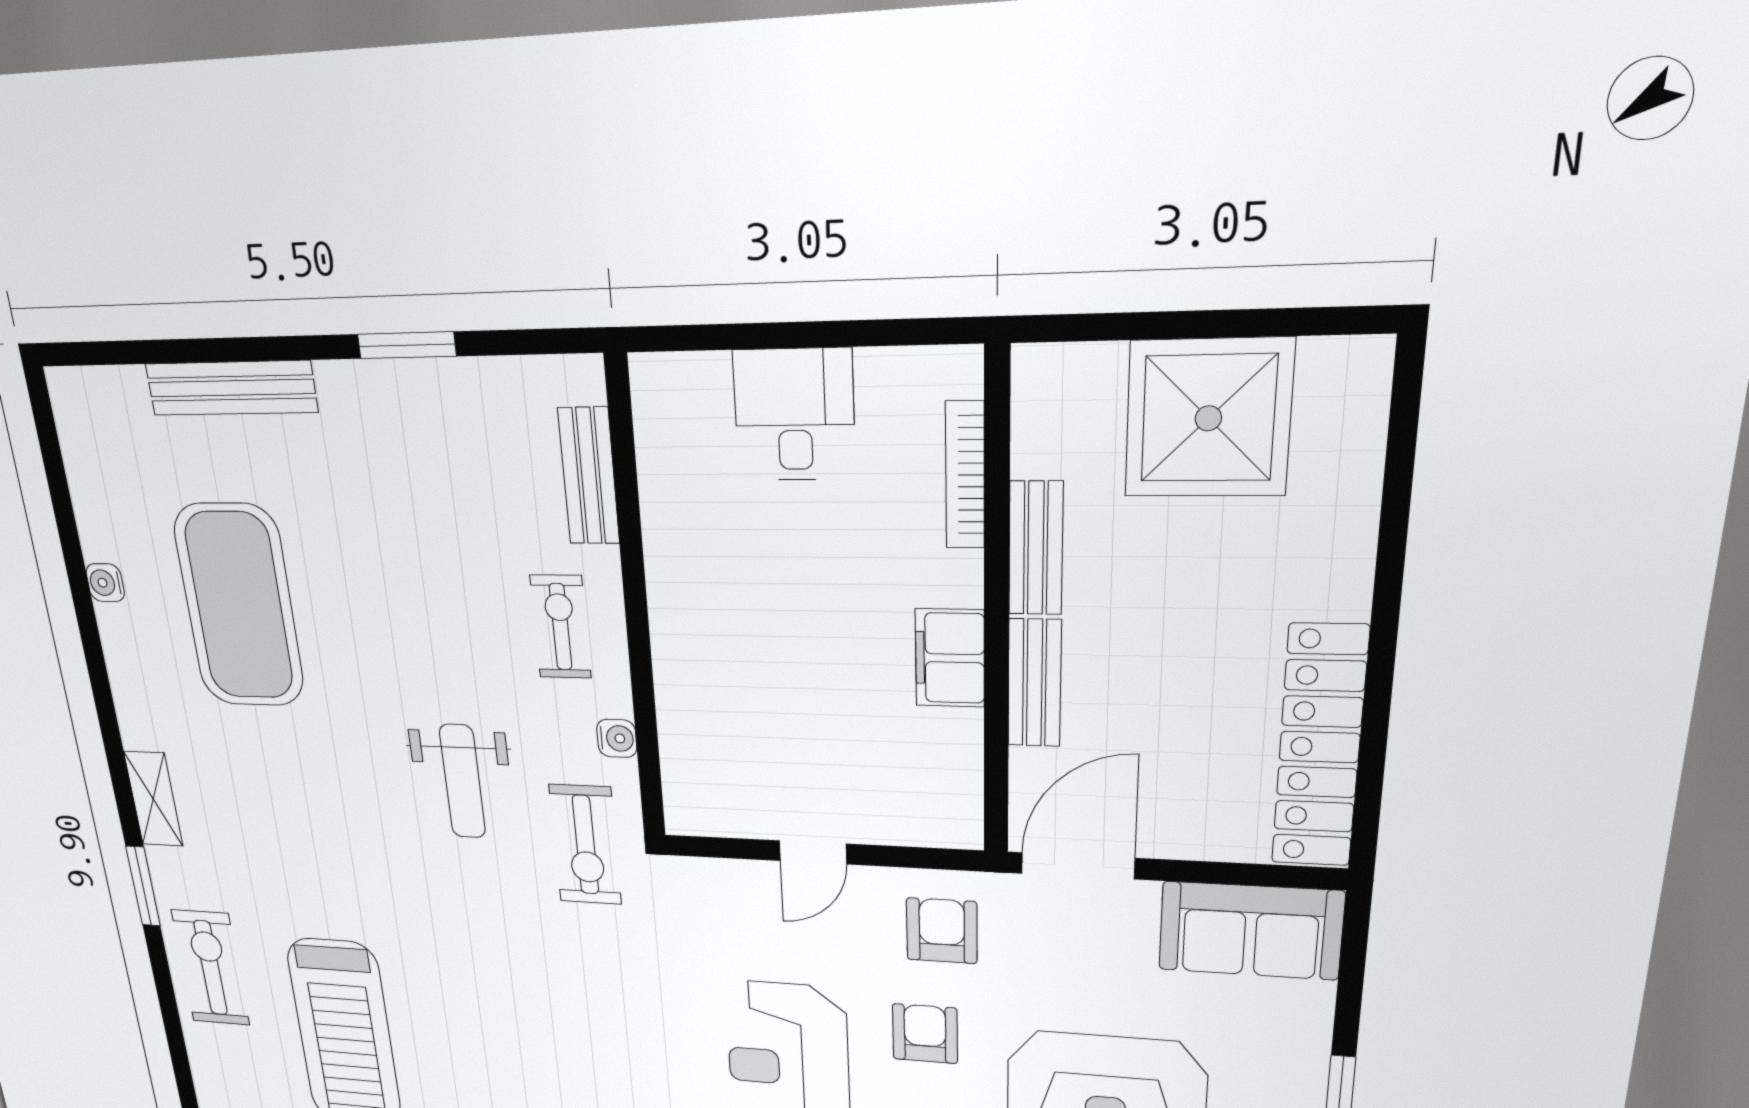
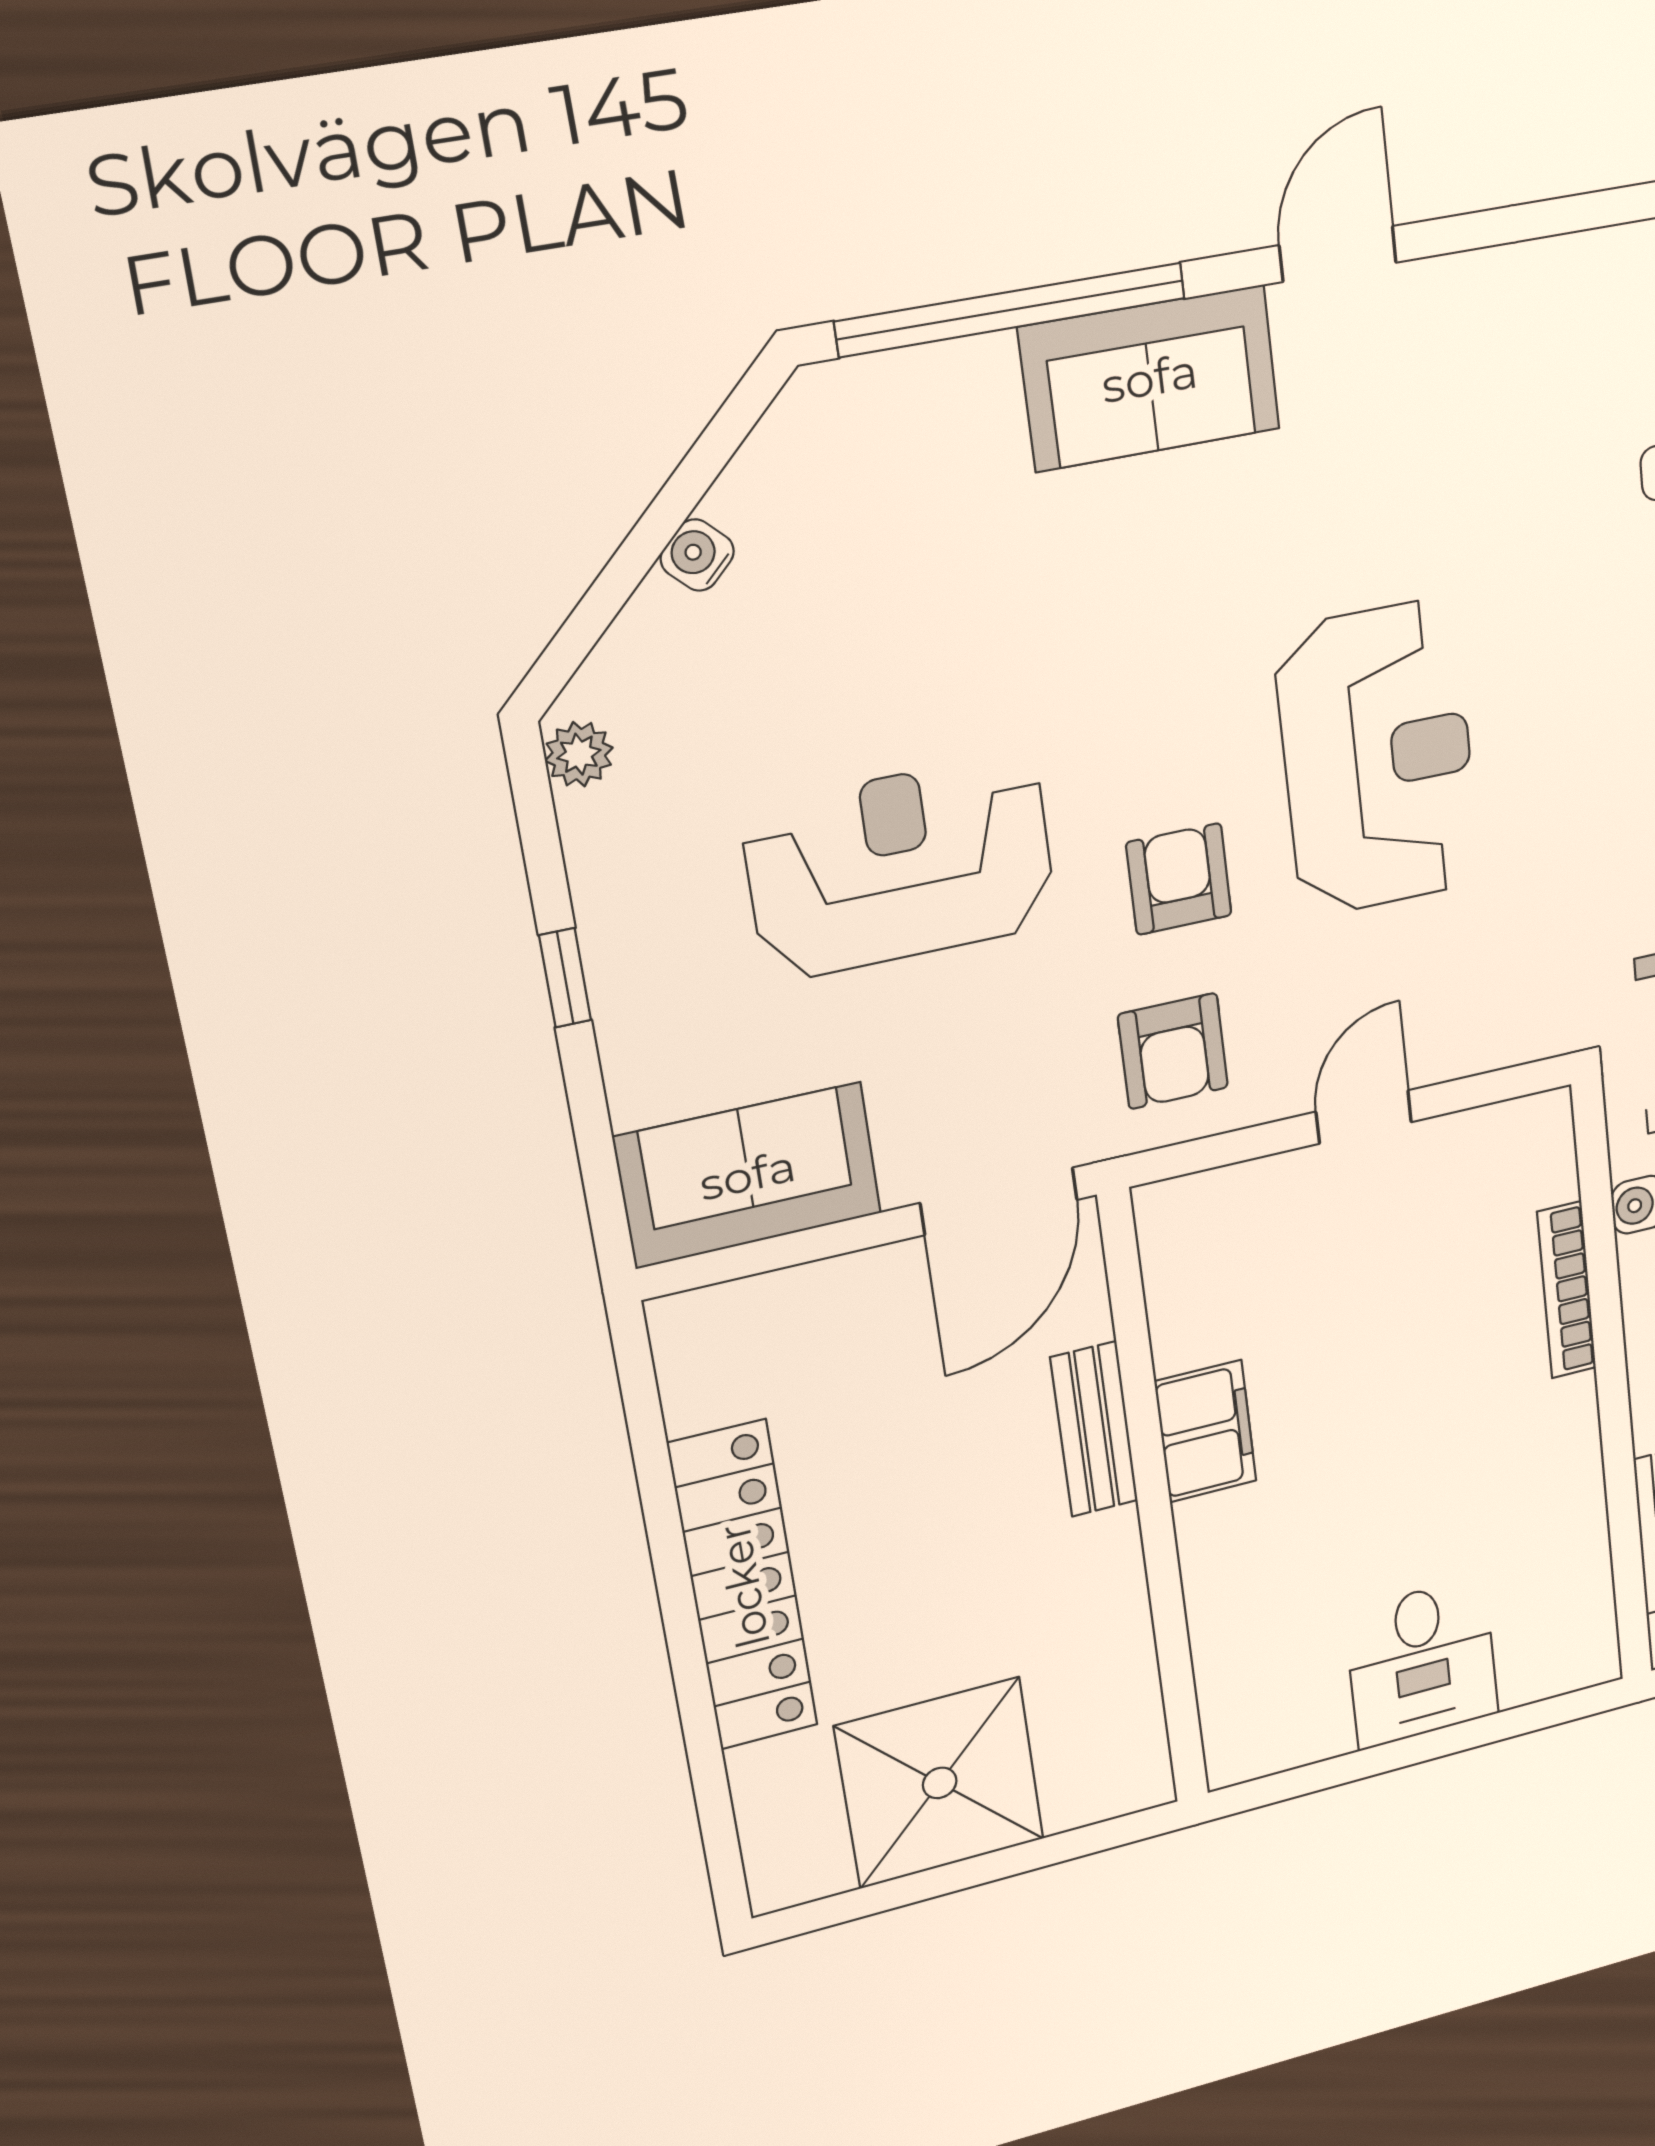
bookcase: (965, 475) -> (1567, 1290), moved, turned 180
bench: (1036, 548) -> (1117, 1590), removed
locker: (1320, 747) -> (743, 1586), moved
armchair: (925, 1034) -> (1179, 879), turned 180

